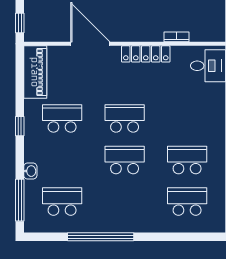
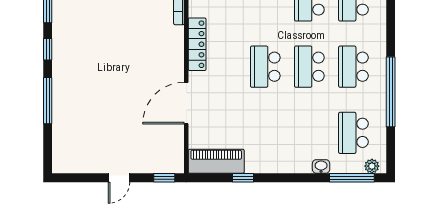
school desk: (62, 118) -> (353, 67), moved
window: (20, 126) -> (243, 178), moved
plant: (31, 219) -> (372, 166), added

